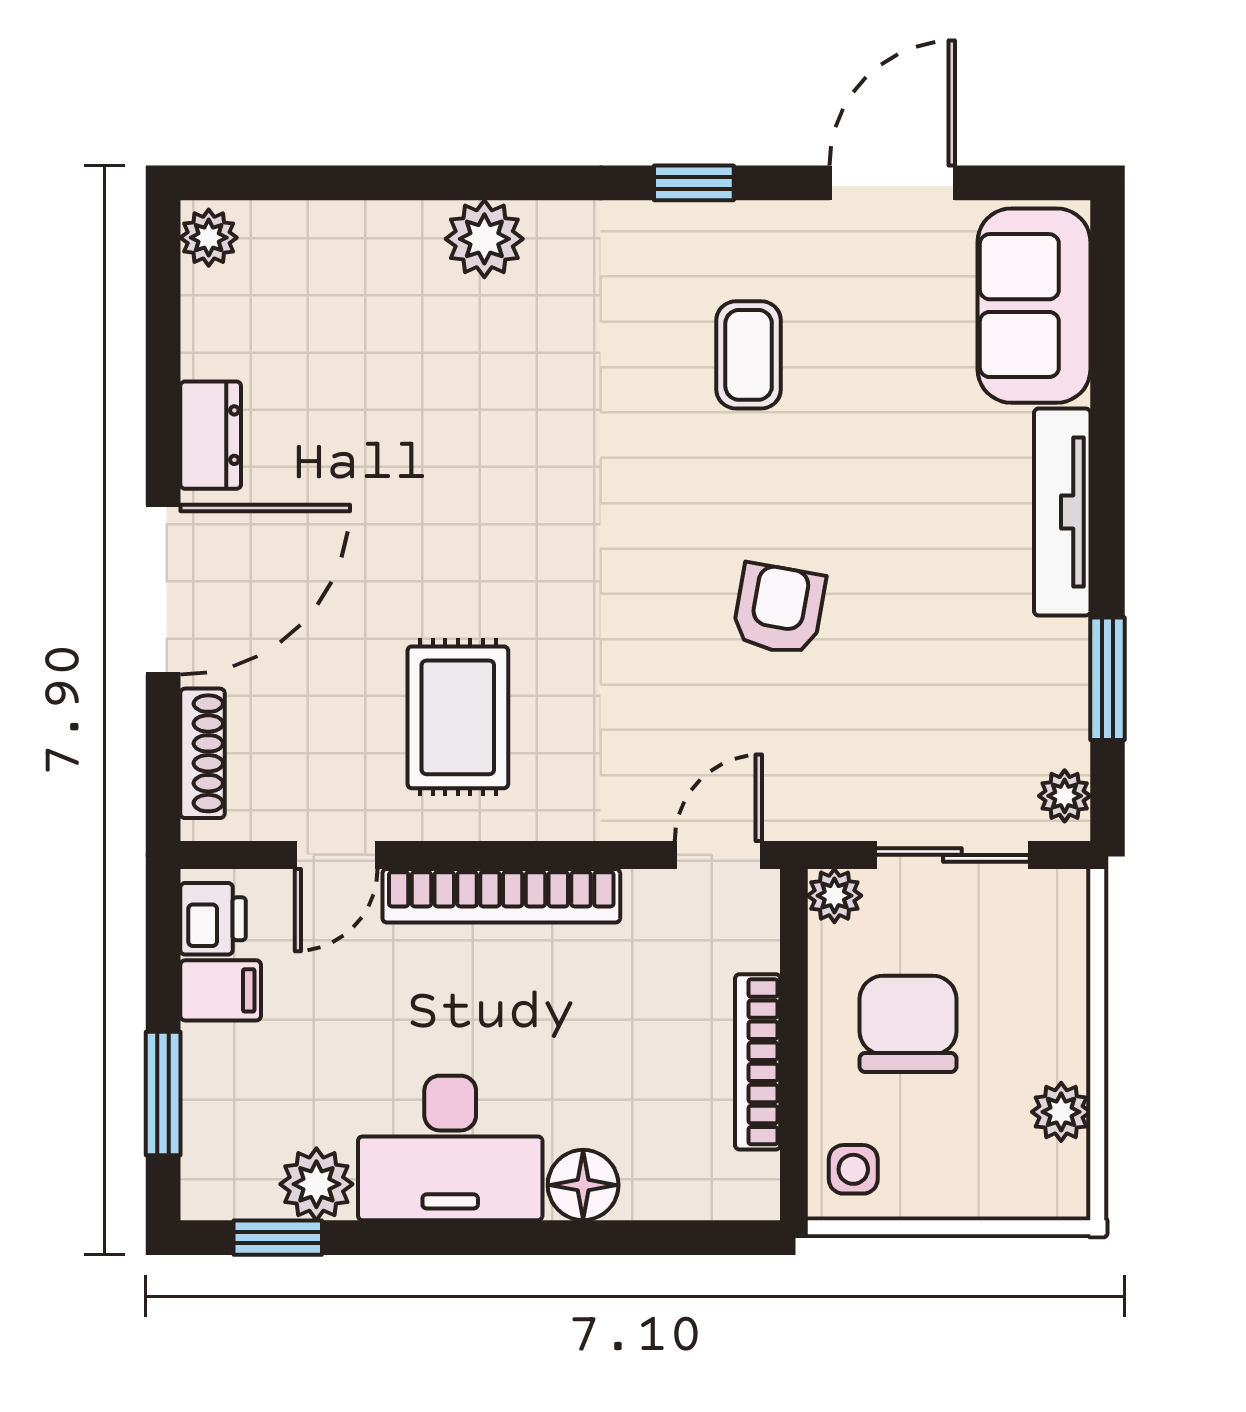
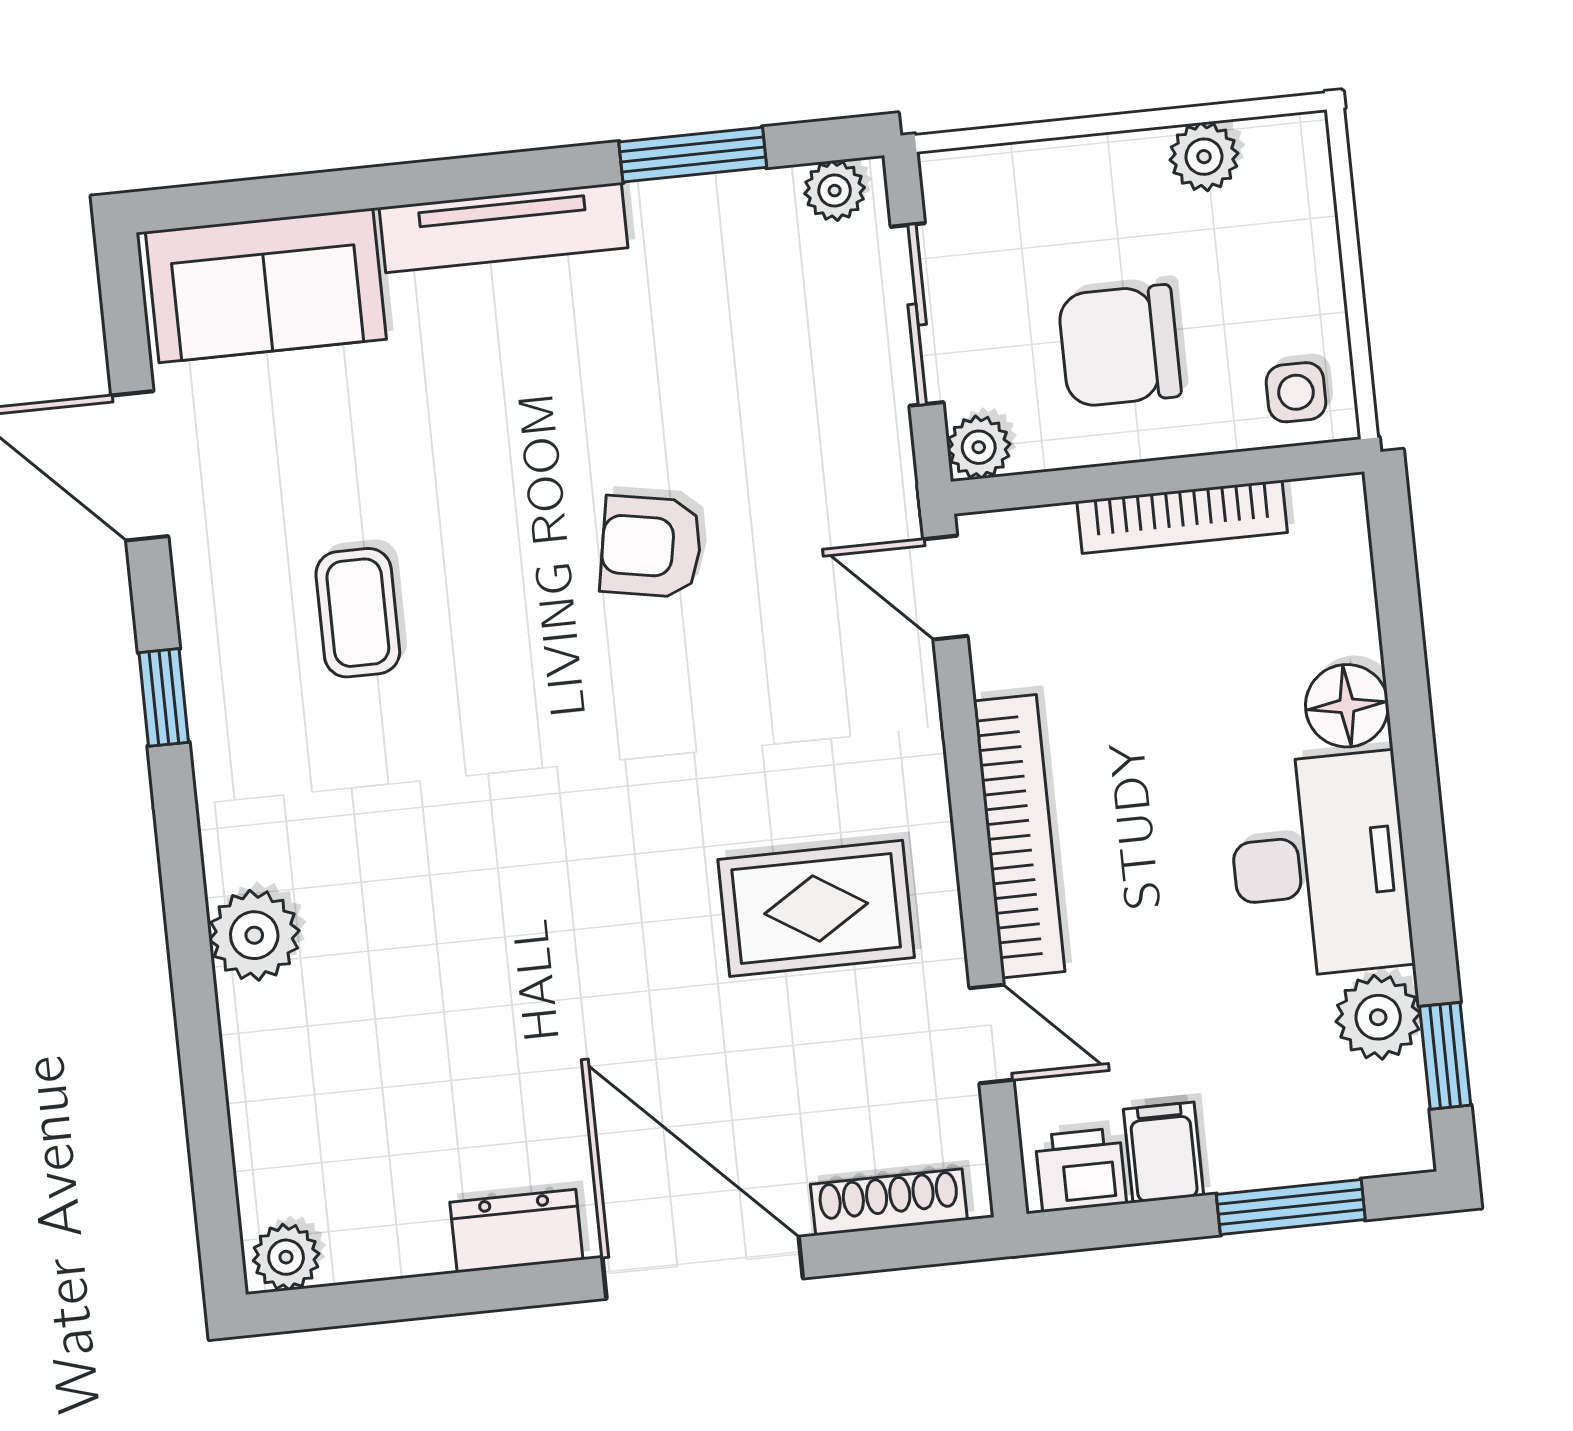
coffee table: (749, 355) -> (358, 613), turned 90

